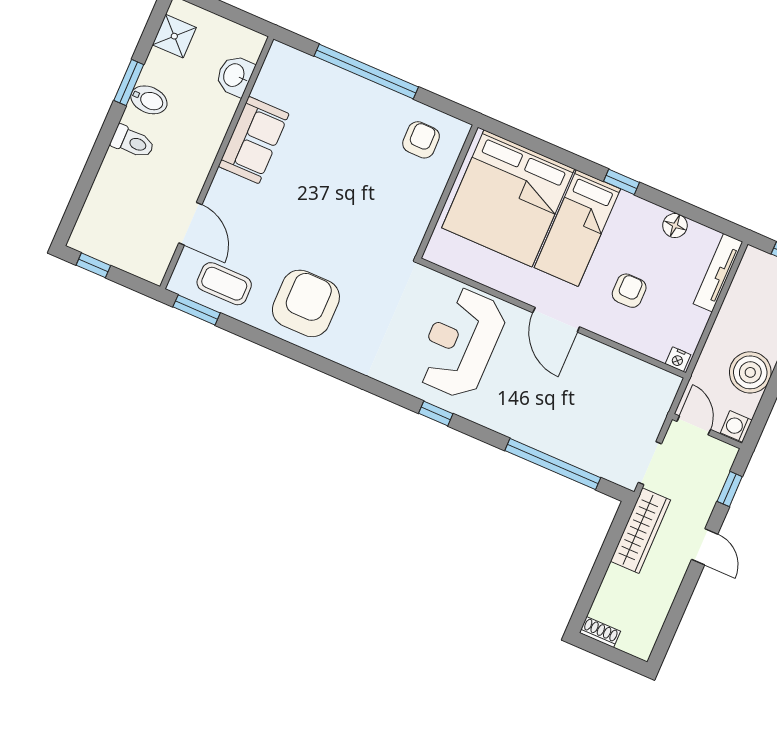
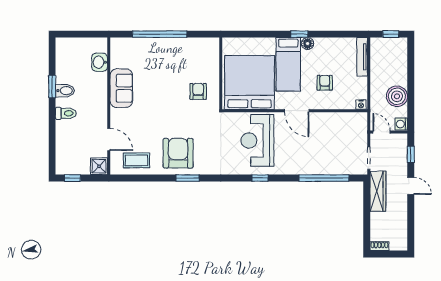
shower: (174, 36) -> (99, 166), moved
armchair: (421, 140) -> (198, 91), moved
bed: (508, 198) -> (250, 82), moved, turned 180
floor lamp: (675, 226) -> (308, 44), moved
window: (197, 310) -> (188, 178), moved

